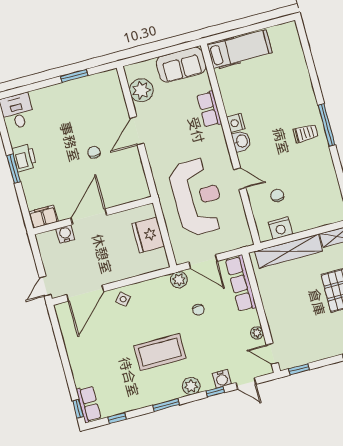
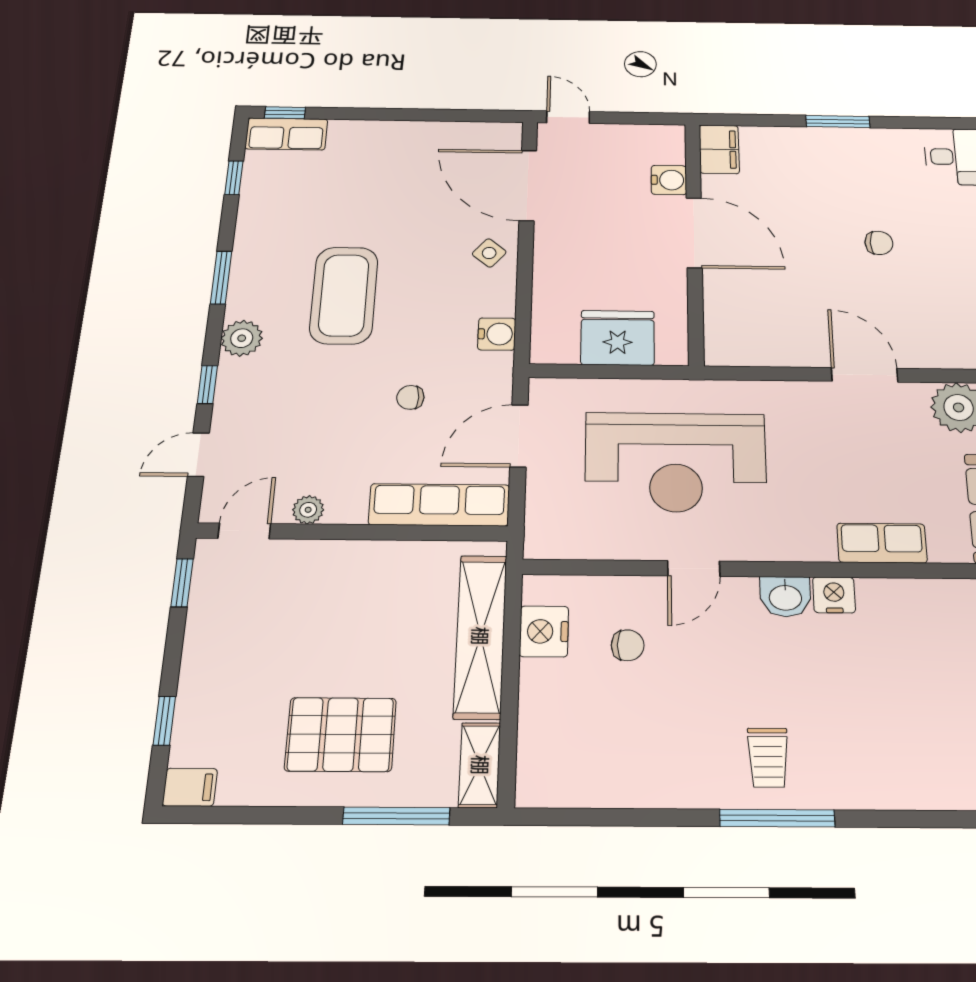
chair: (94, 152) -> (879, 243), moved
printer: (24, 158) -> (857, 146), removed
plant: (179, 280) -> (494, 375), removed
water cooler: (222, 379) -> (497, 334), moved, turned 180

